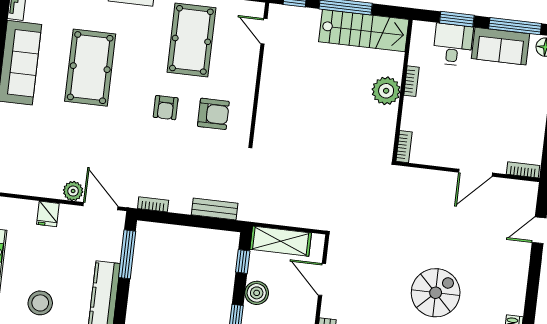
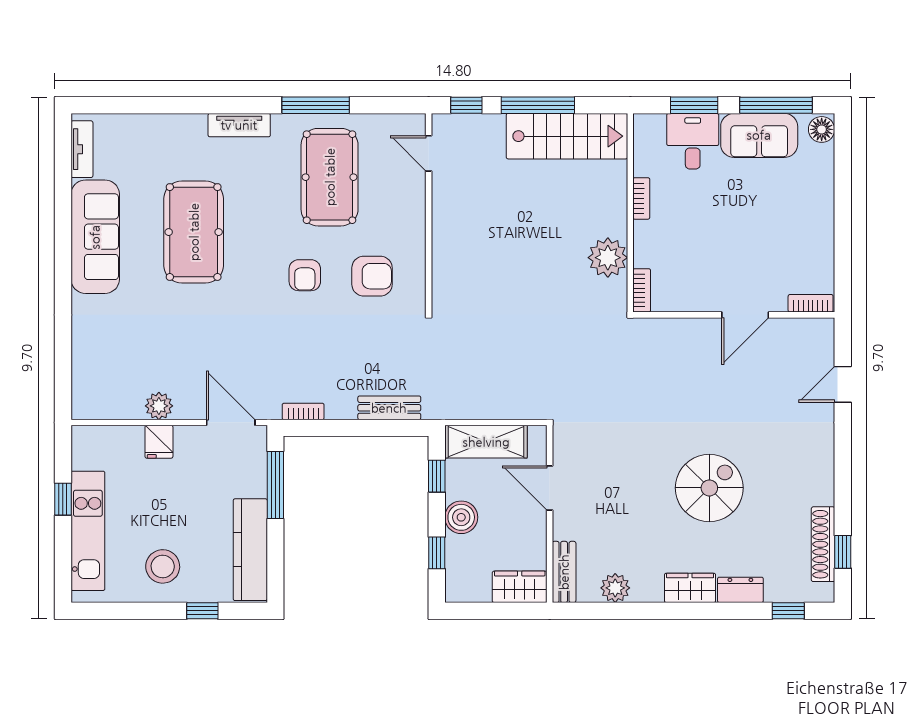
plant: (386, 91) -> (608, 258), moved
plant: (73, 191) -> (159, 406), moved

